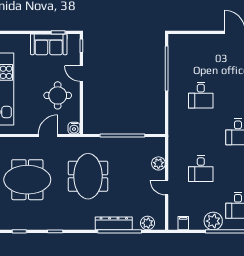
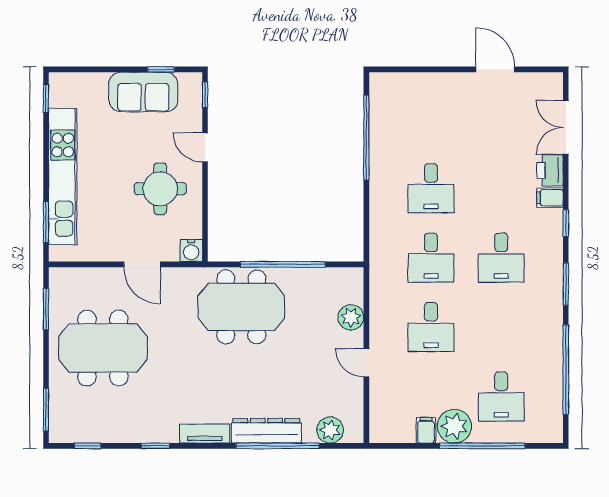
desk: (201, 132) -> (431, 258), added
door: (48, 135) -> (142, 264), swing flipped
meeting table: (88, 176) -> (241, 307), moved, turned 90
filing cabinet: (183, 223) -> (426, 430), moved
tv unit: (81, 225) -> (205, 434), added

